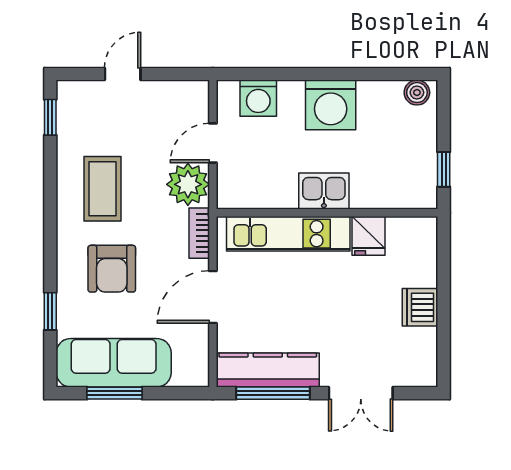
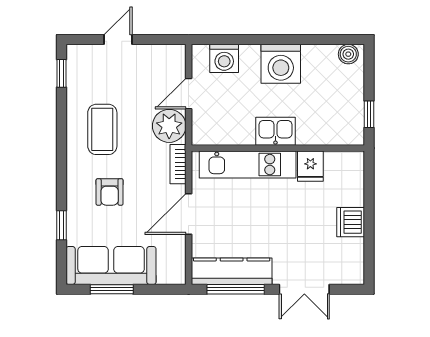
armchair: (112, 269) -> (110, 192), width x0.72, depth x0.72

